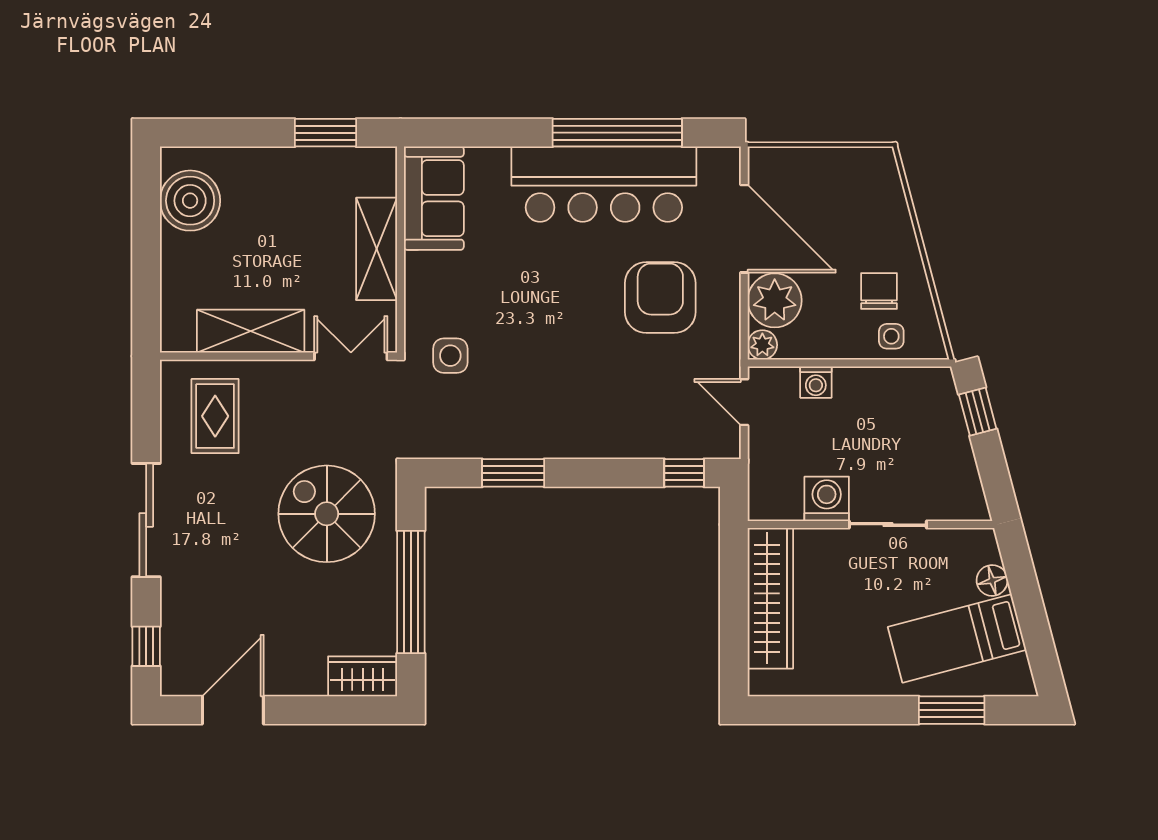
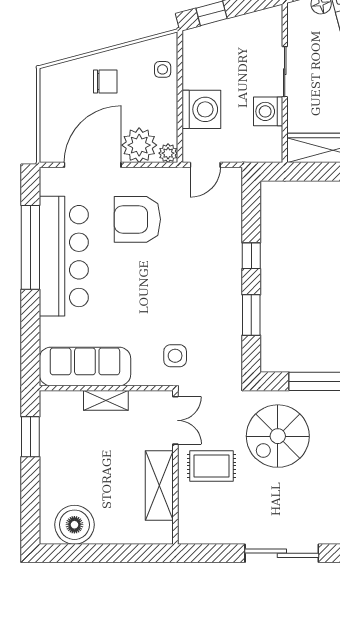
sofa: (434, 198) -> (85, 366), width x1.36
shelving: (377, 249) -> (106, 400), width x0.67, depth x0.75
chair: (879, 291) -> (105, 82), moved, turned 180
double door: (351, 356) -> (175, 420), swing flipped
washing machine: (816, 382) -> (201, 109), width x1.89, depth x1.89
rug: (215, 416) -> (211, 466), moved
window: (684, 473) -> (251, 256), moved

